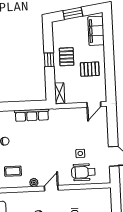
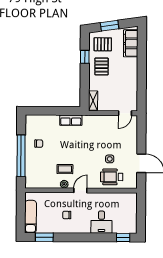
window: (49, 60) -> (85, 57), moved
pallet: (90, 69) -> (103, 44), moved
row of seats: (32, 115) -> (71, 120), width x0.68
coffee table: (13, 171) -> (65, 169), moved

